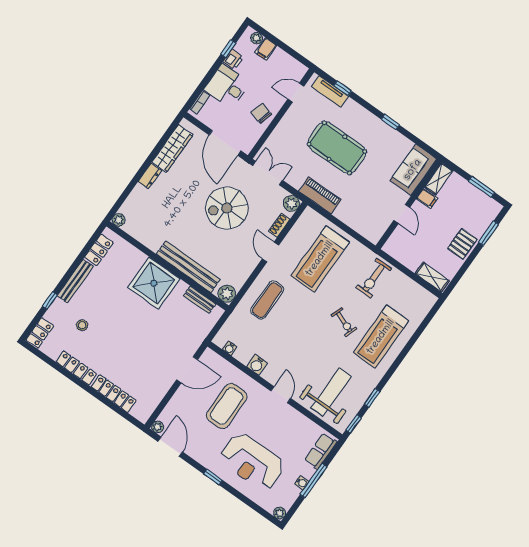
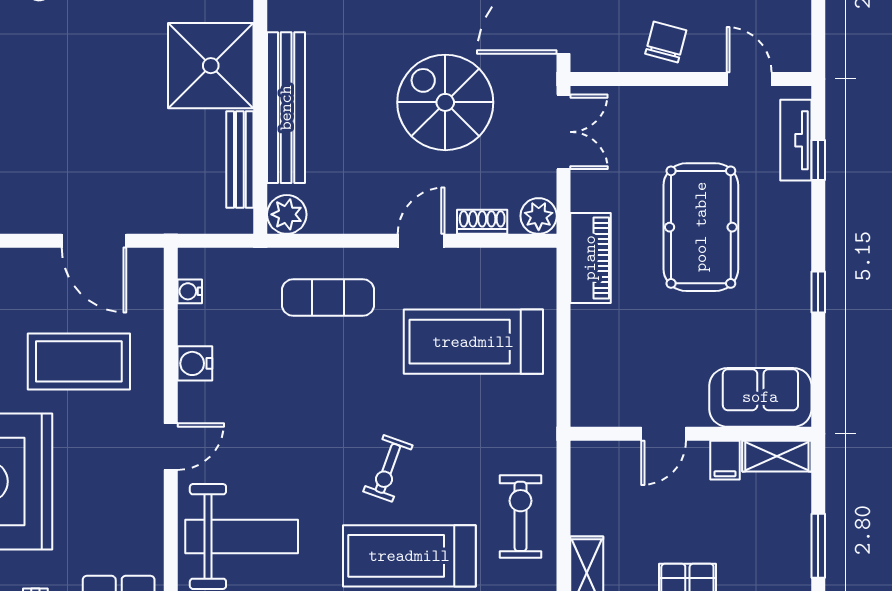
exercise bike: (374, 278) -> (521, 516), moved, turned 90
bench: (200, 300) -> (240, 159), width x1.36

